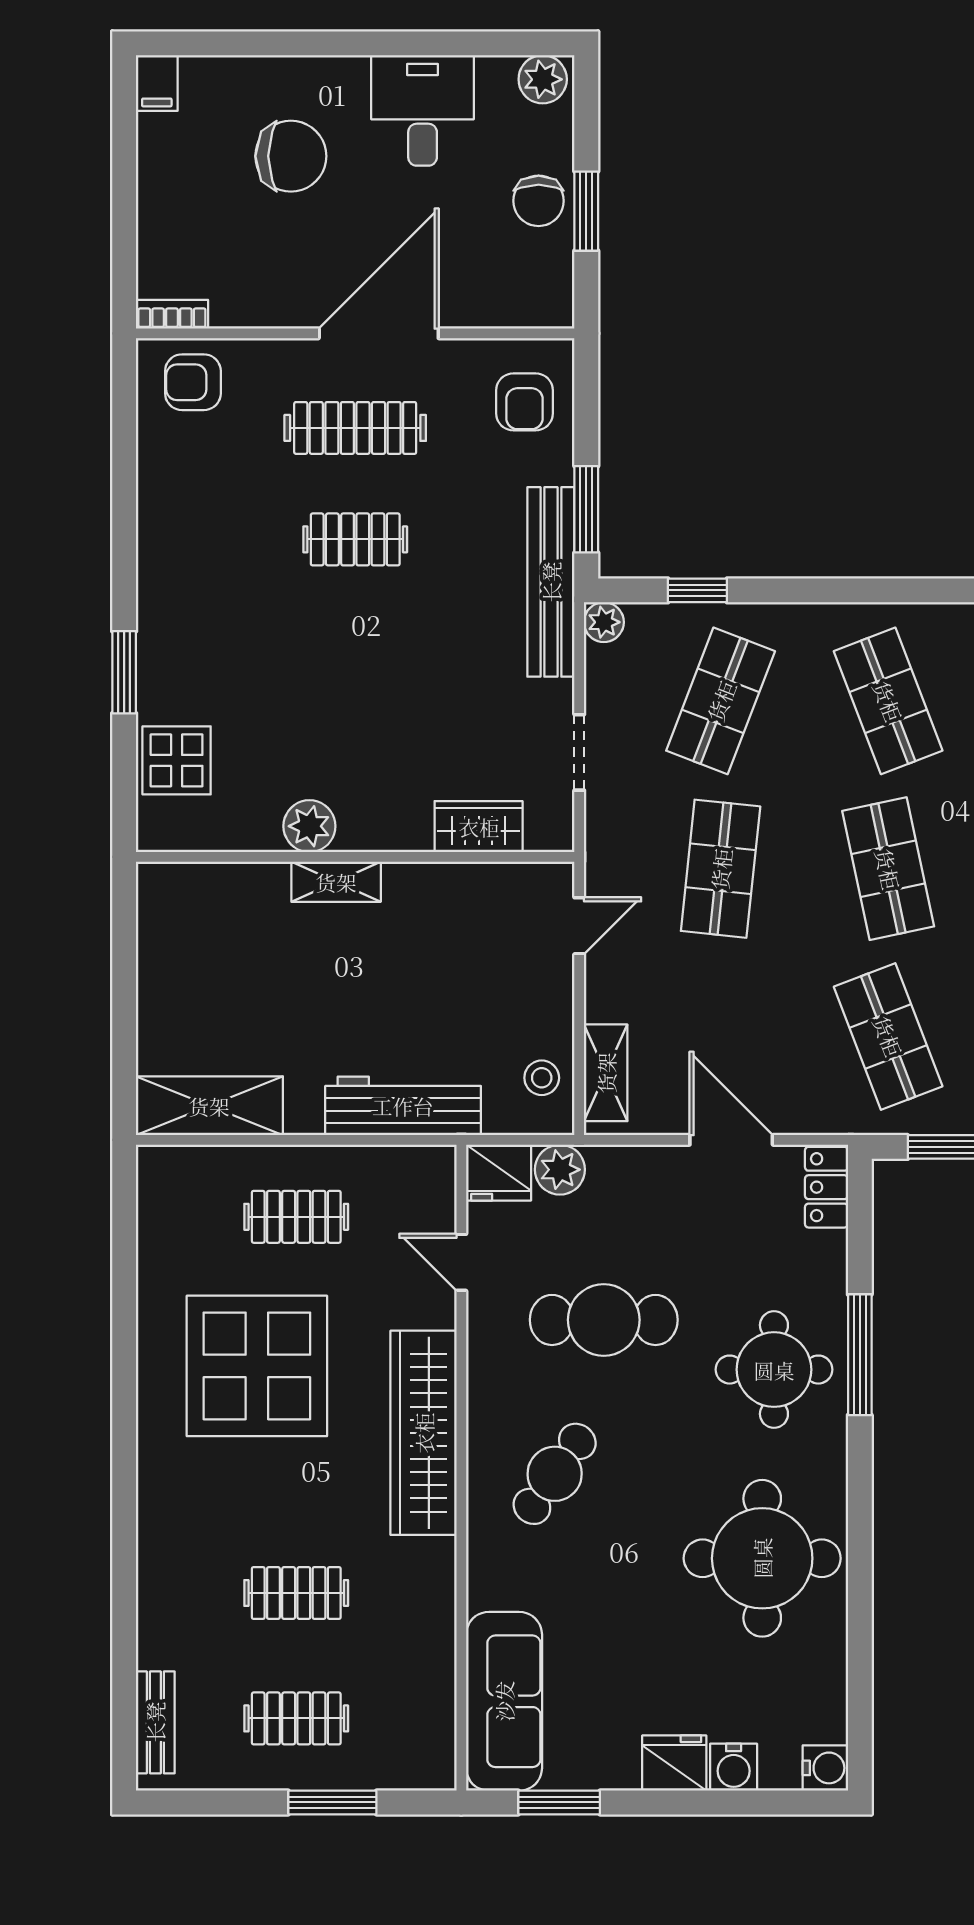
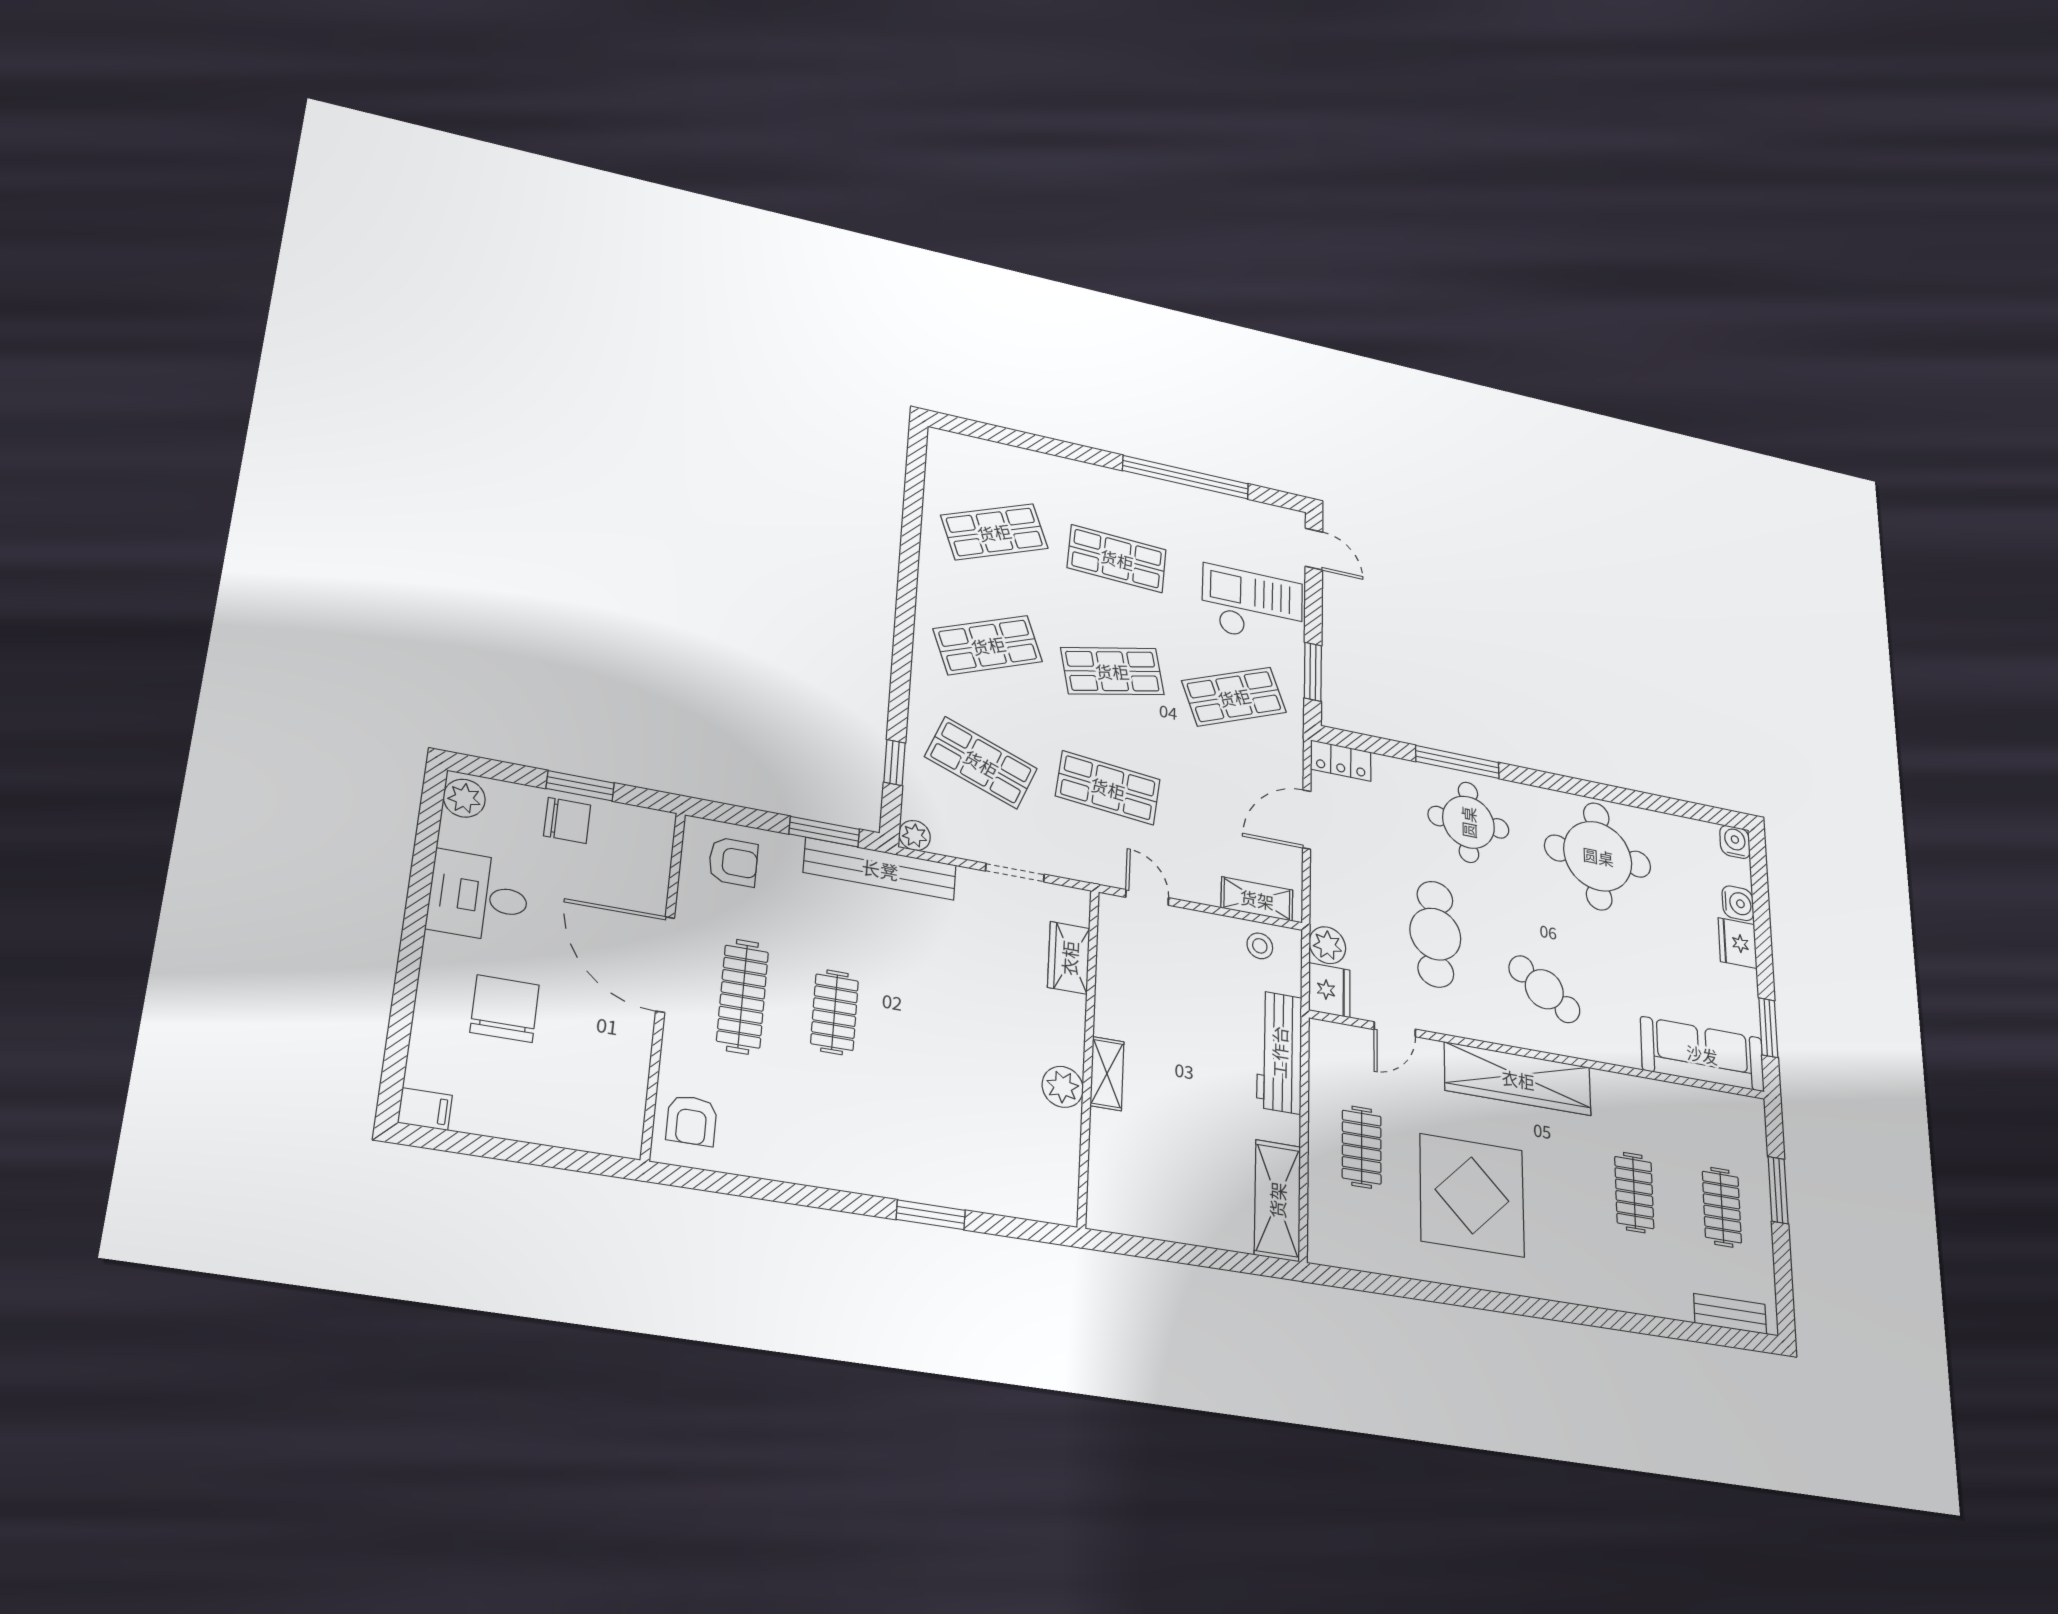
bookcase: (172, 314) -> (631, 1128), removed
display table: (177, 760) -> (1005, 1183), removed

